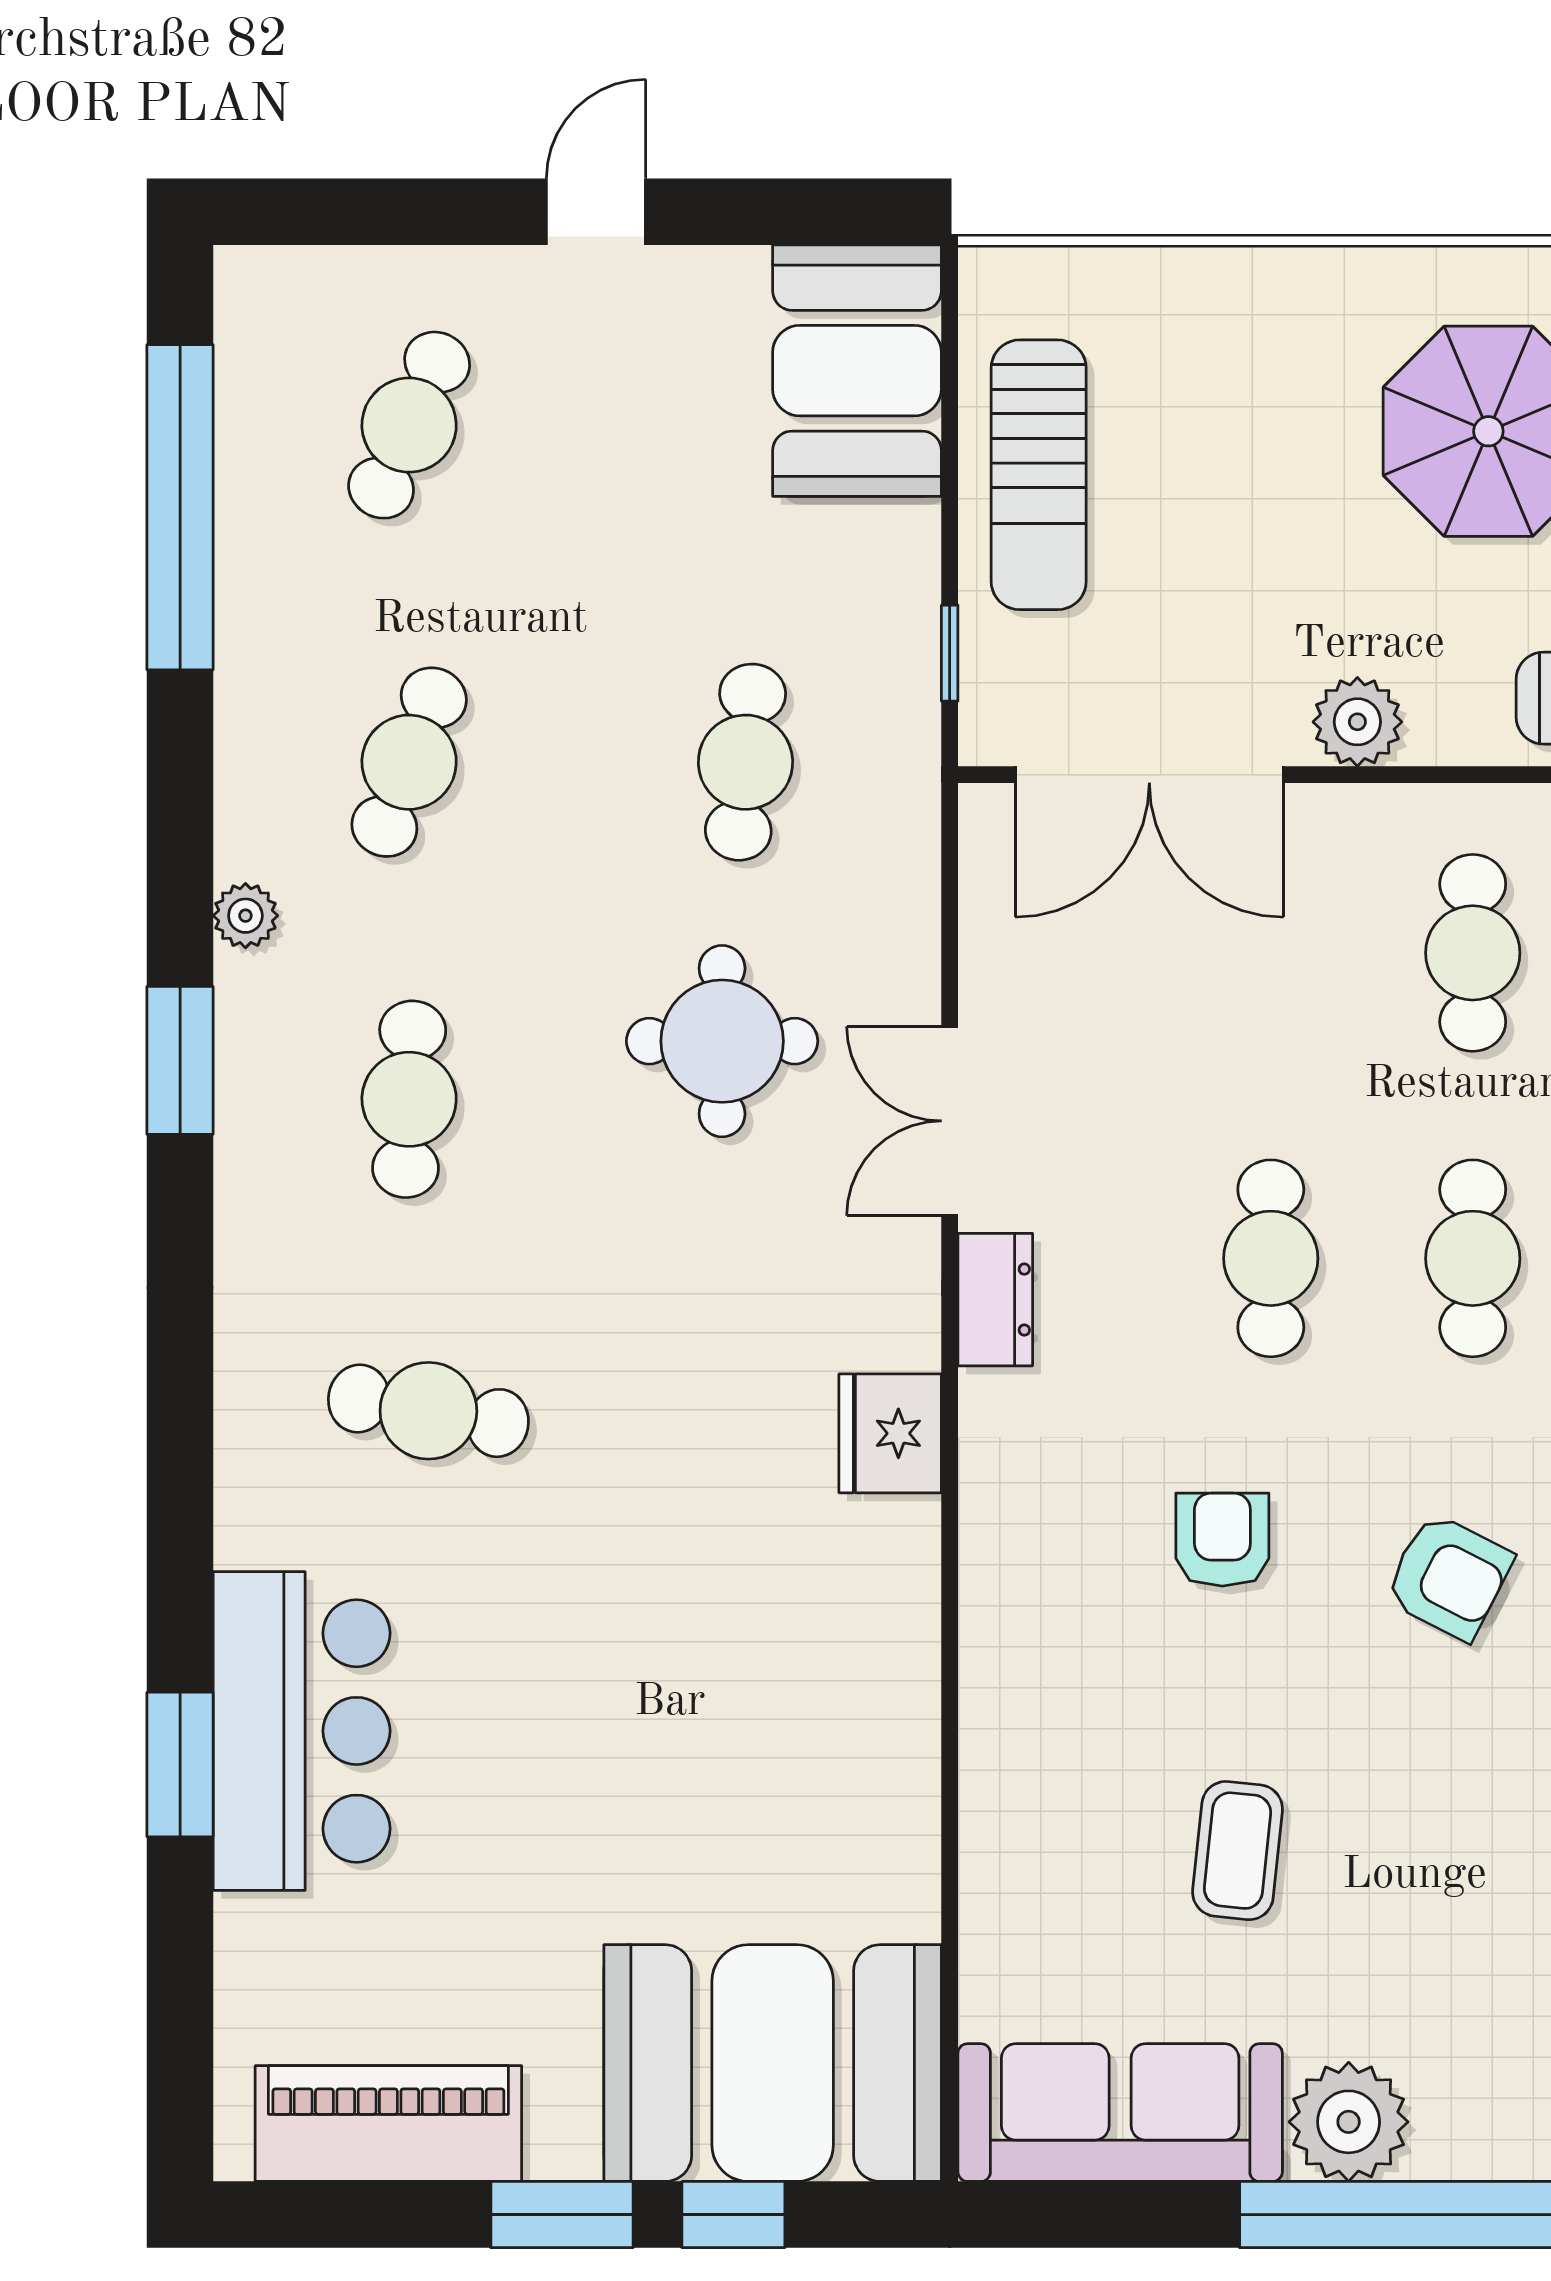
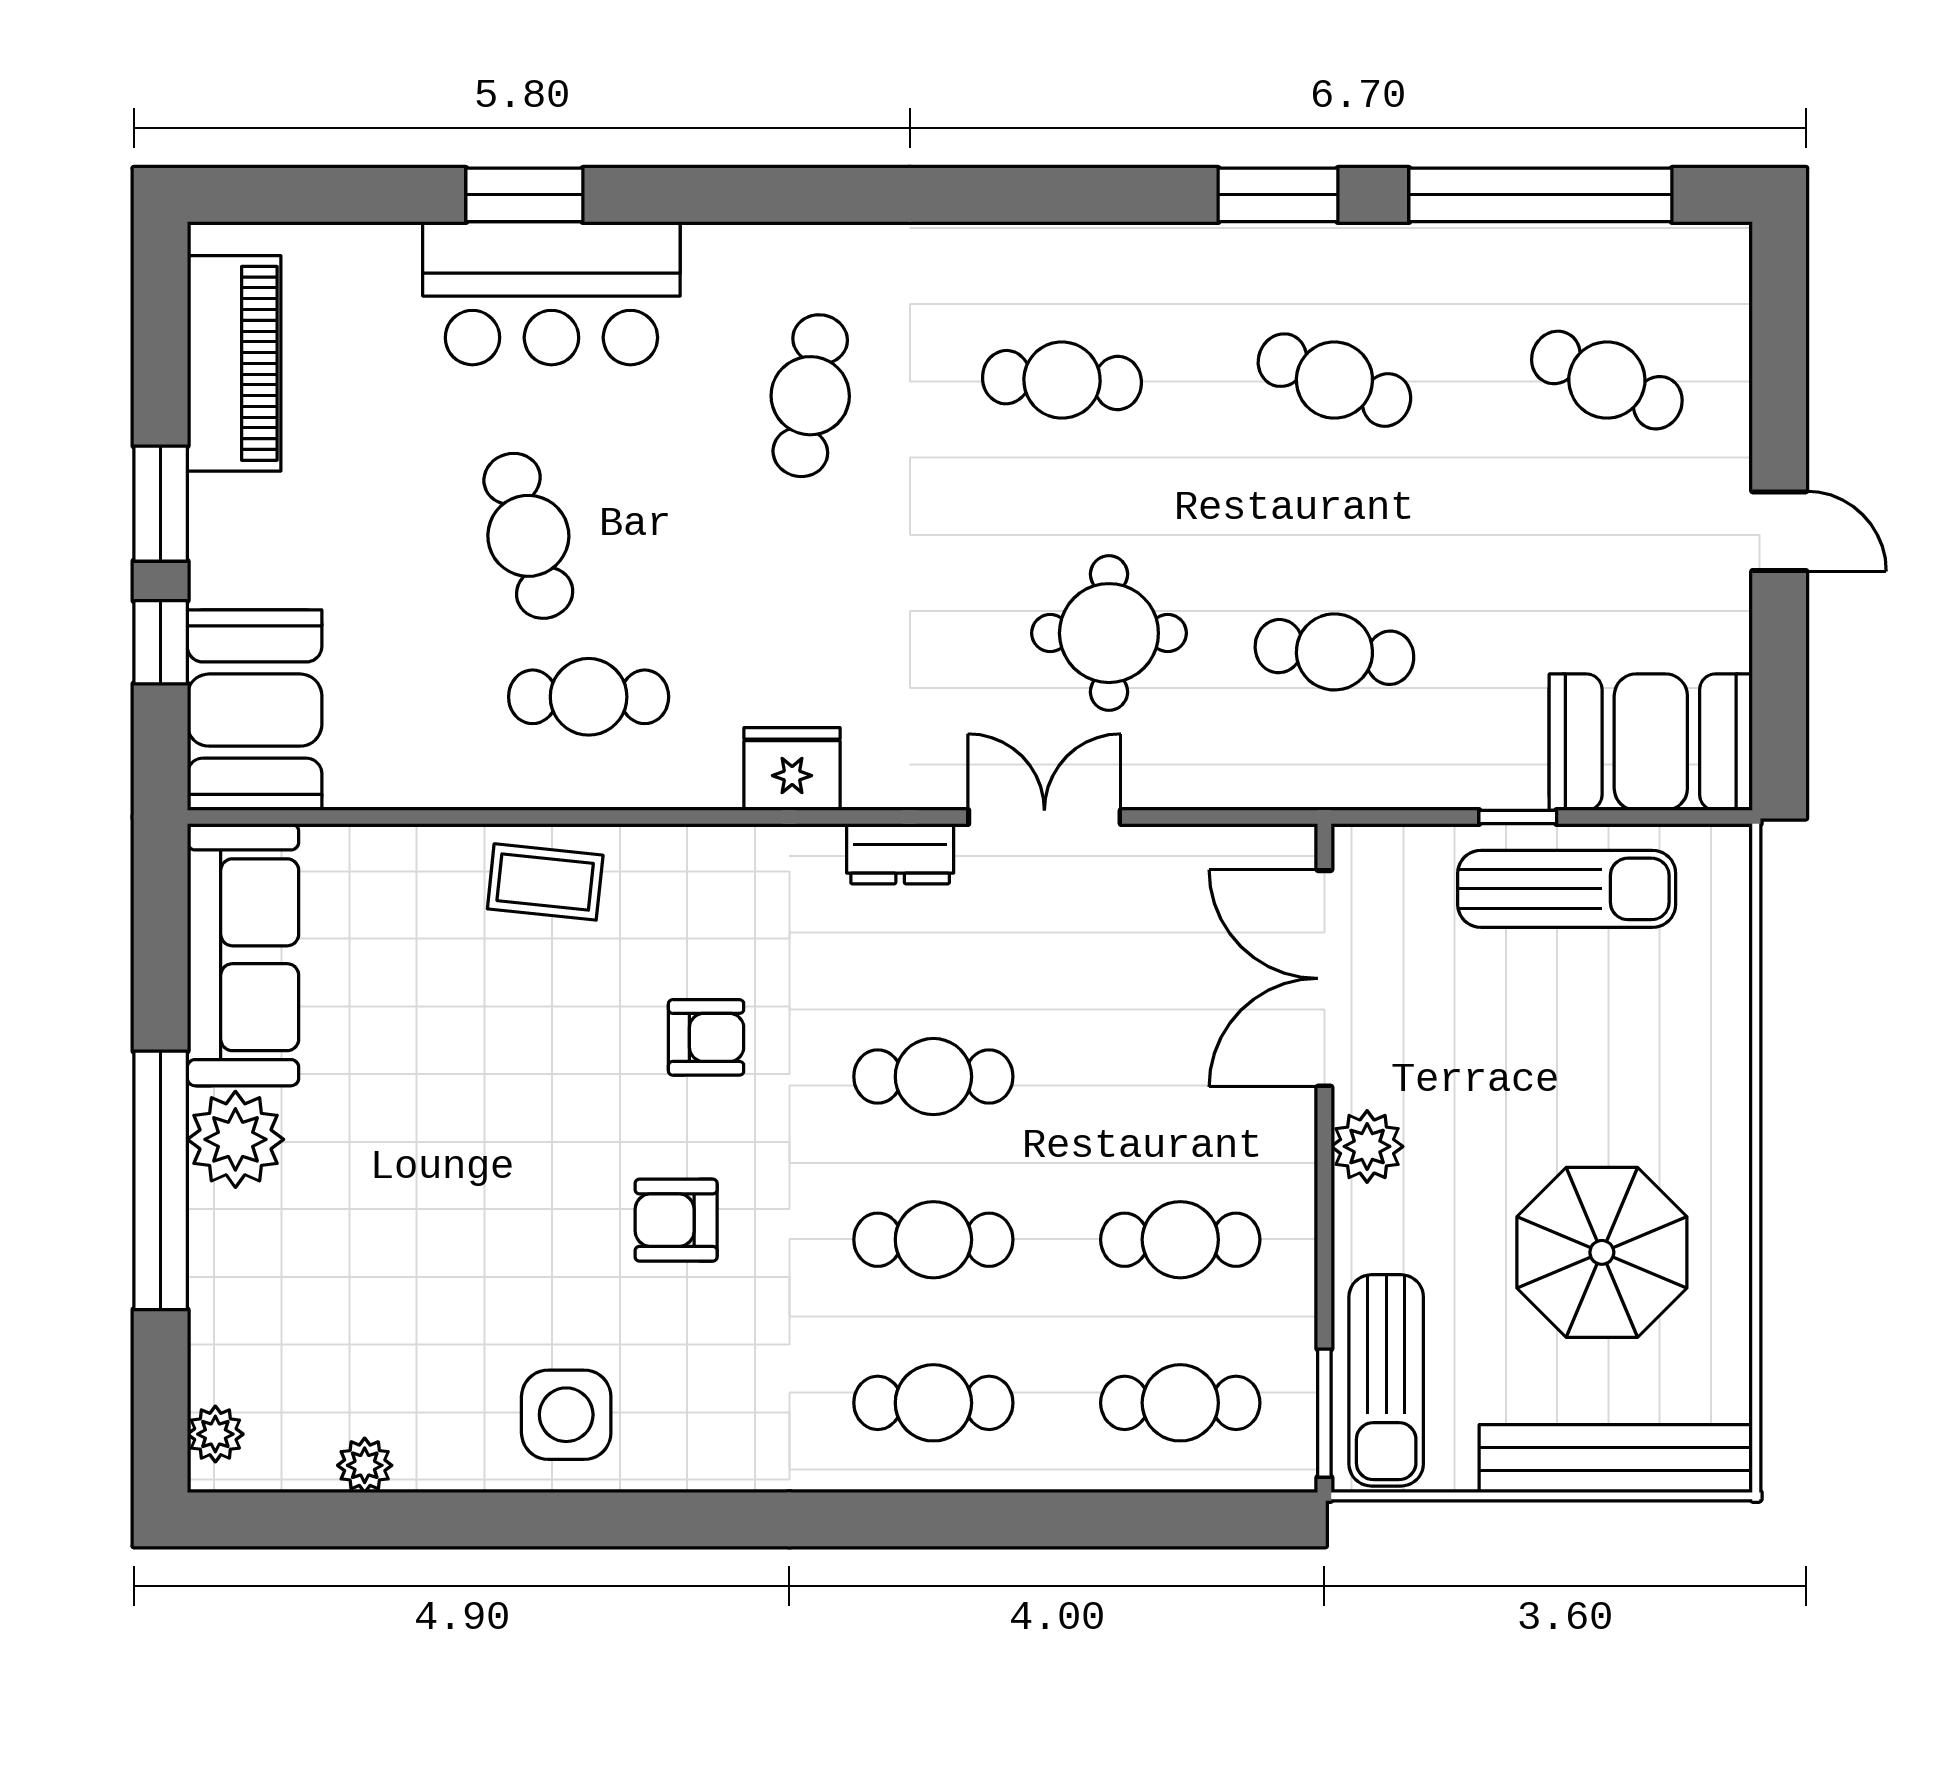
sun lounger: (1039, 475) -> (1567, 889), turned 180
window: (950, 653) -> (1518, 817), moved
plant: (245, 916) -> (1210, 248), removed
window: (180, 1060) -> (1278, 195), moved
armchair: (1449, 1577) -> (676, 1220), turned 63
cafe table: (801, 1685) -> (589, 697), added
cafe table: (602, 1760) -> (528, 536), added
coffee table: (1238, 1851) -> (545, 882), moved
booth: (773, 2063) -> (255, 710), width x0.73, depth x0.70

